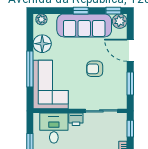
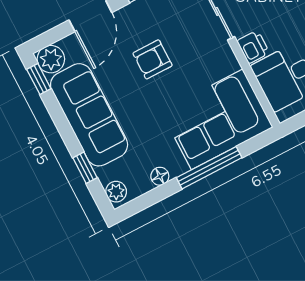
window: (81, 11) -> (85, 168), moved
floor lamp: (42, 44) -> (160, 176), width x0.53, depth x0.53
armchair: (95, 69) -> (153, 59), turned 90

